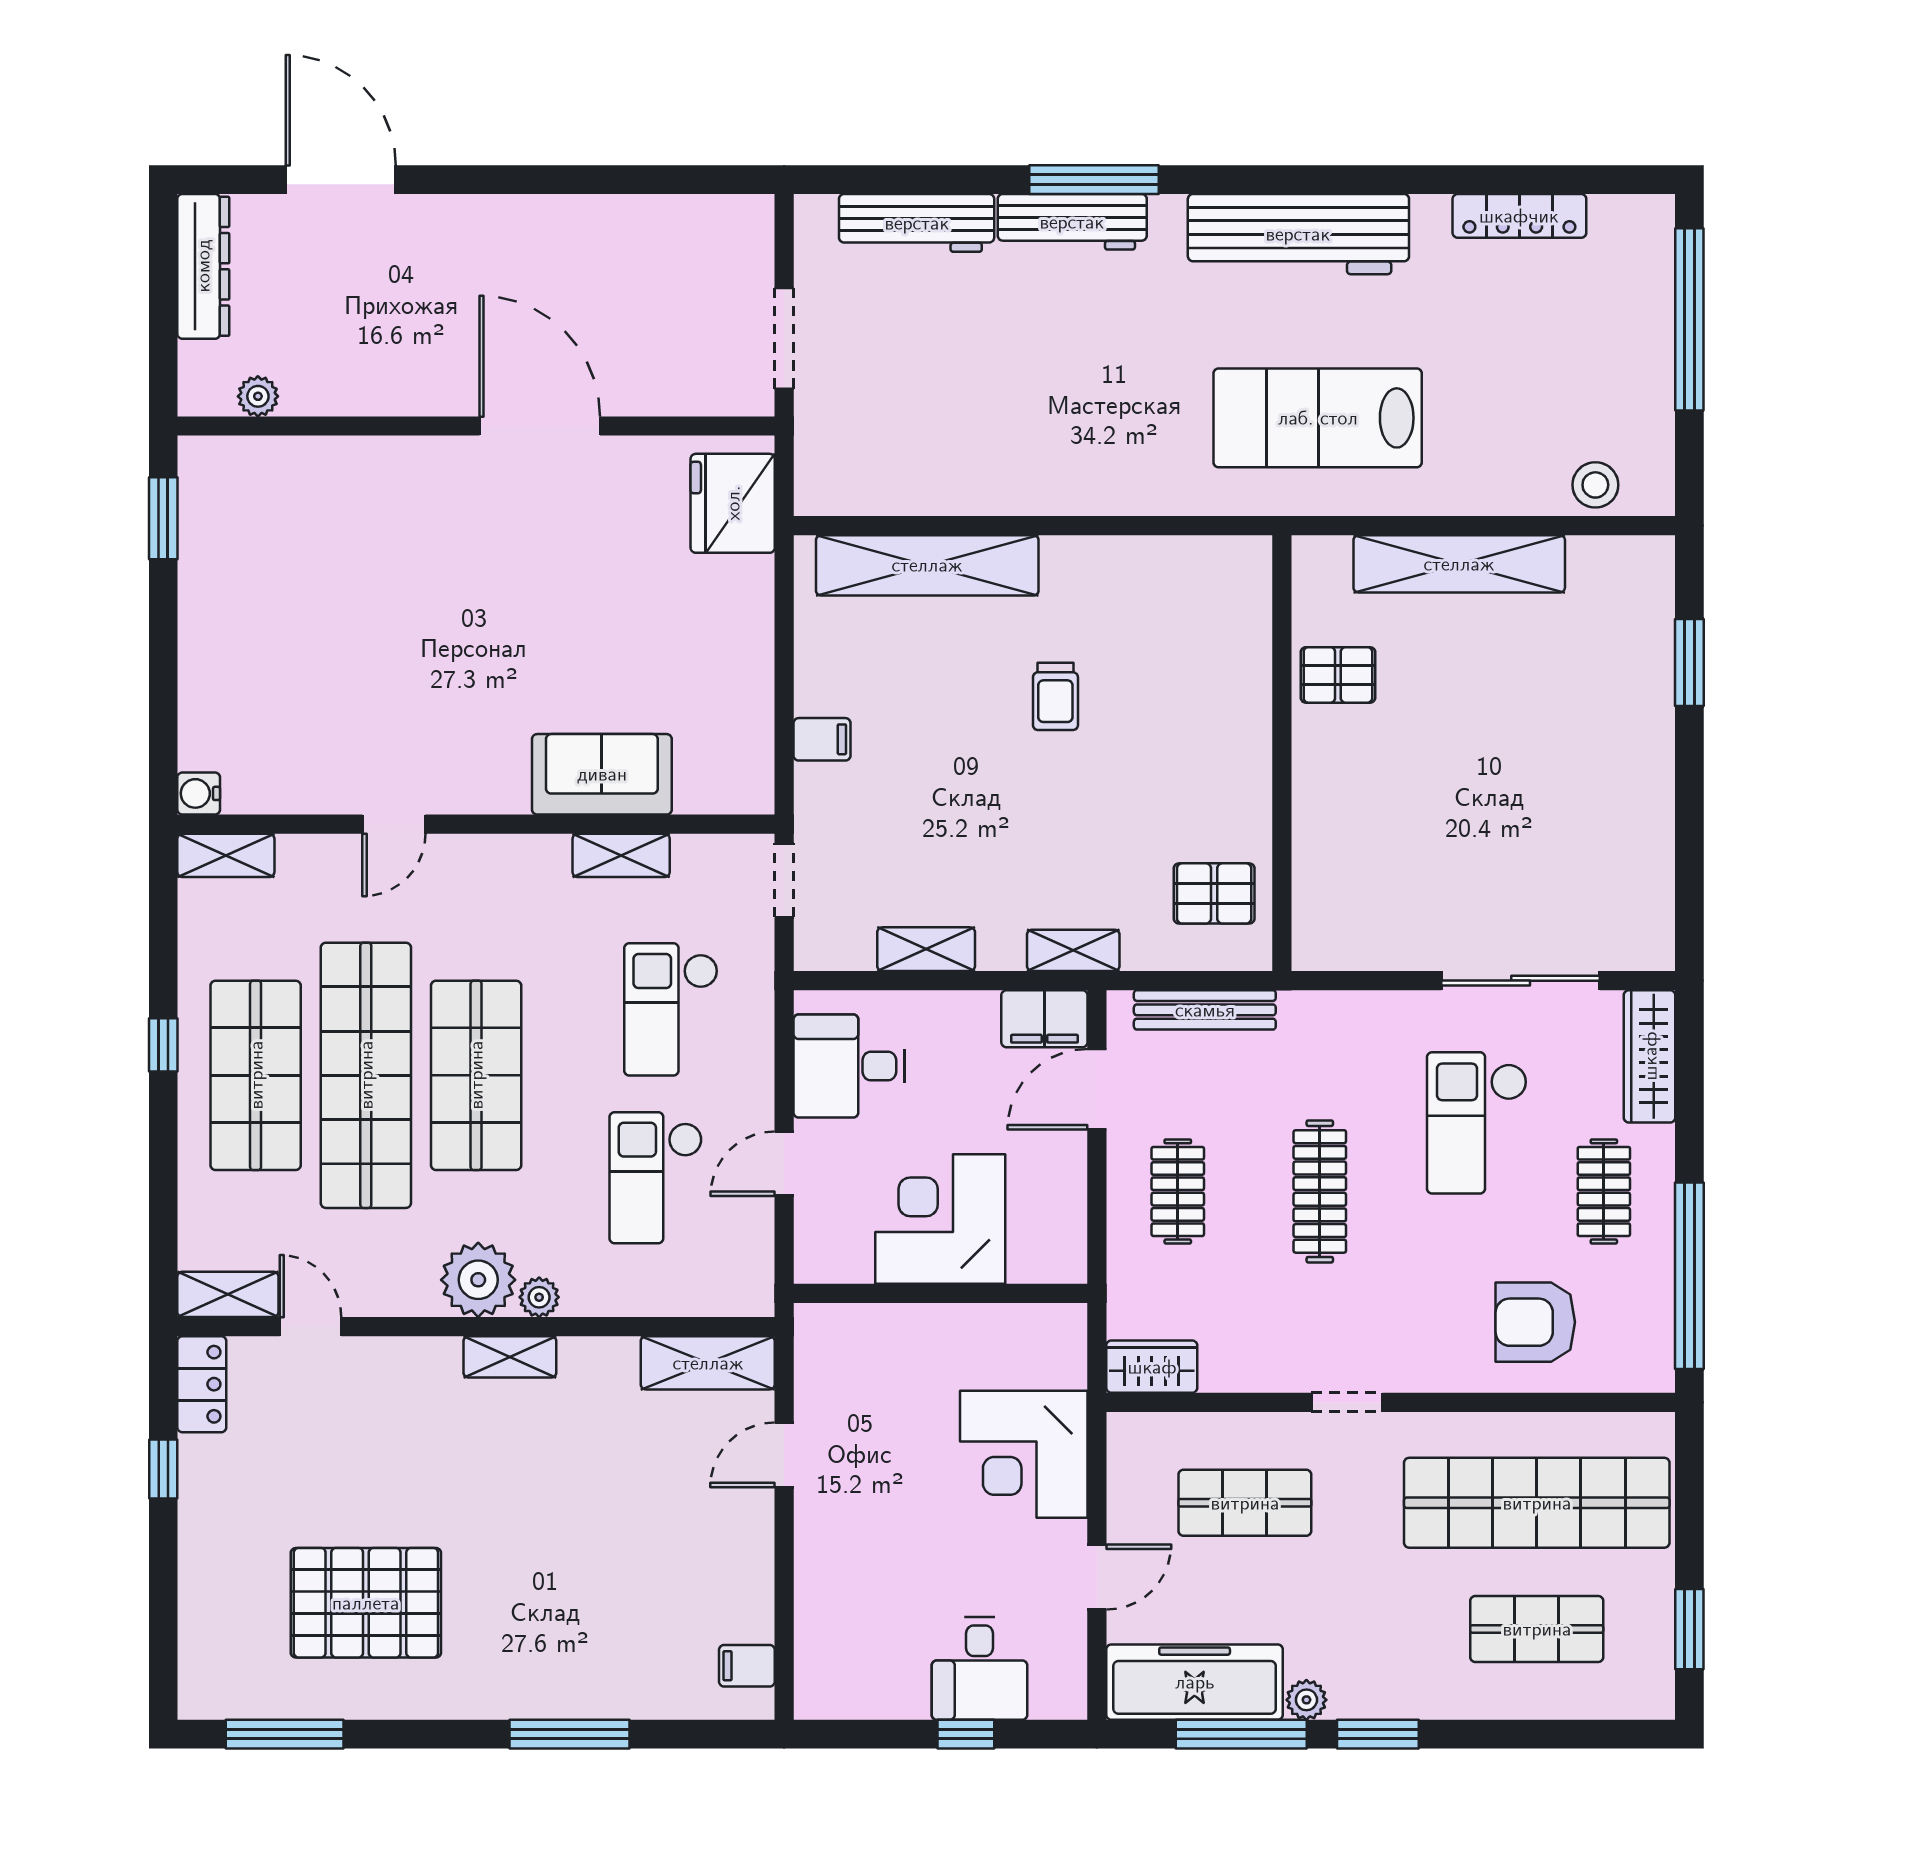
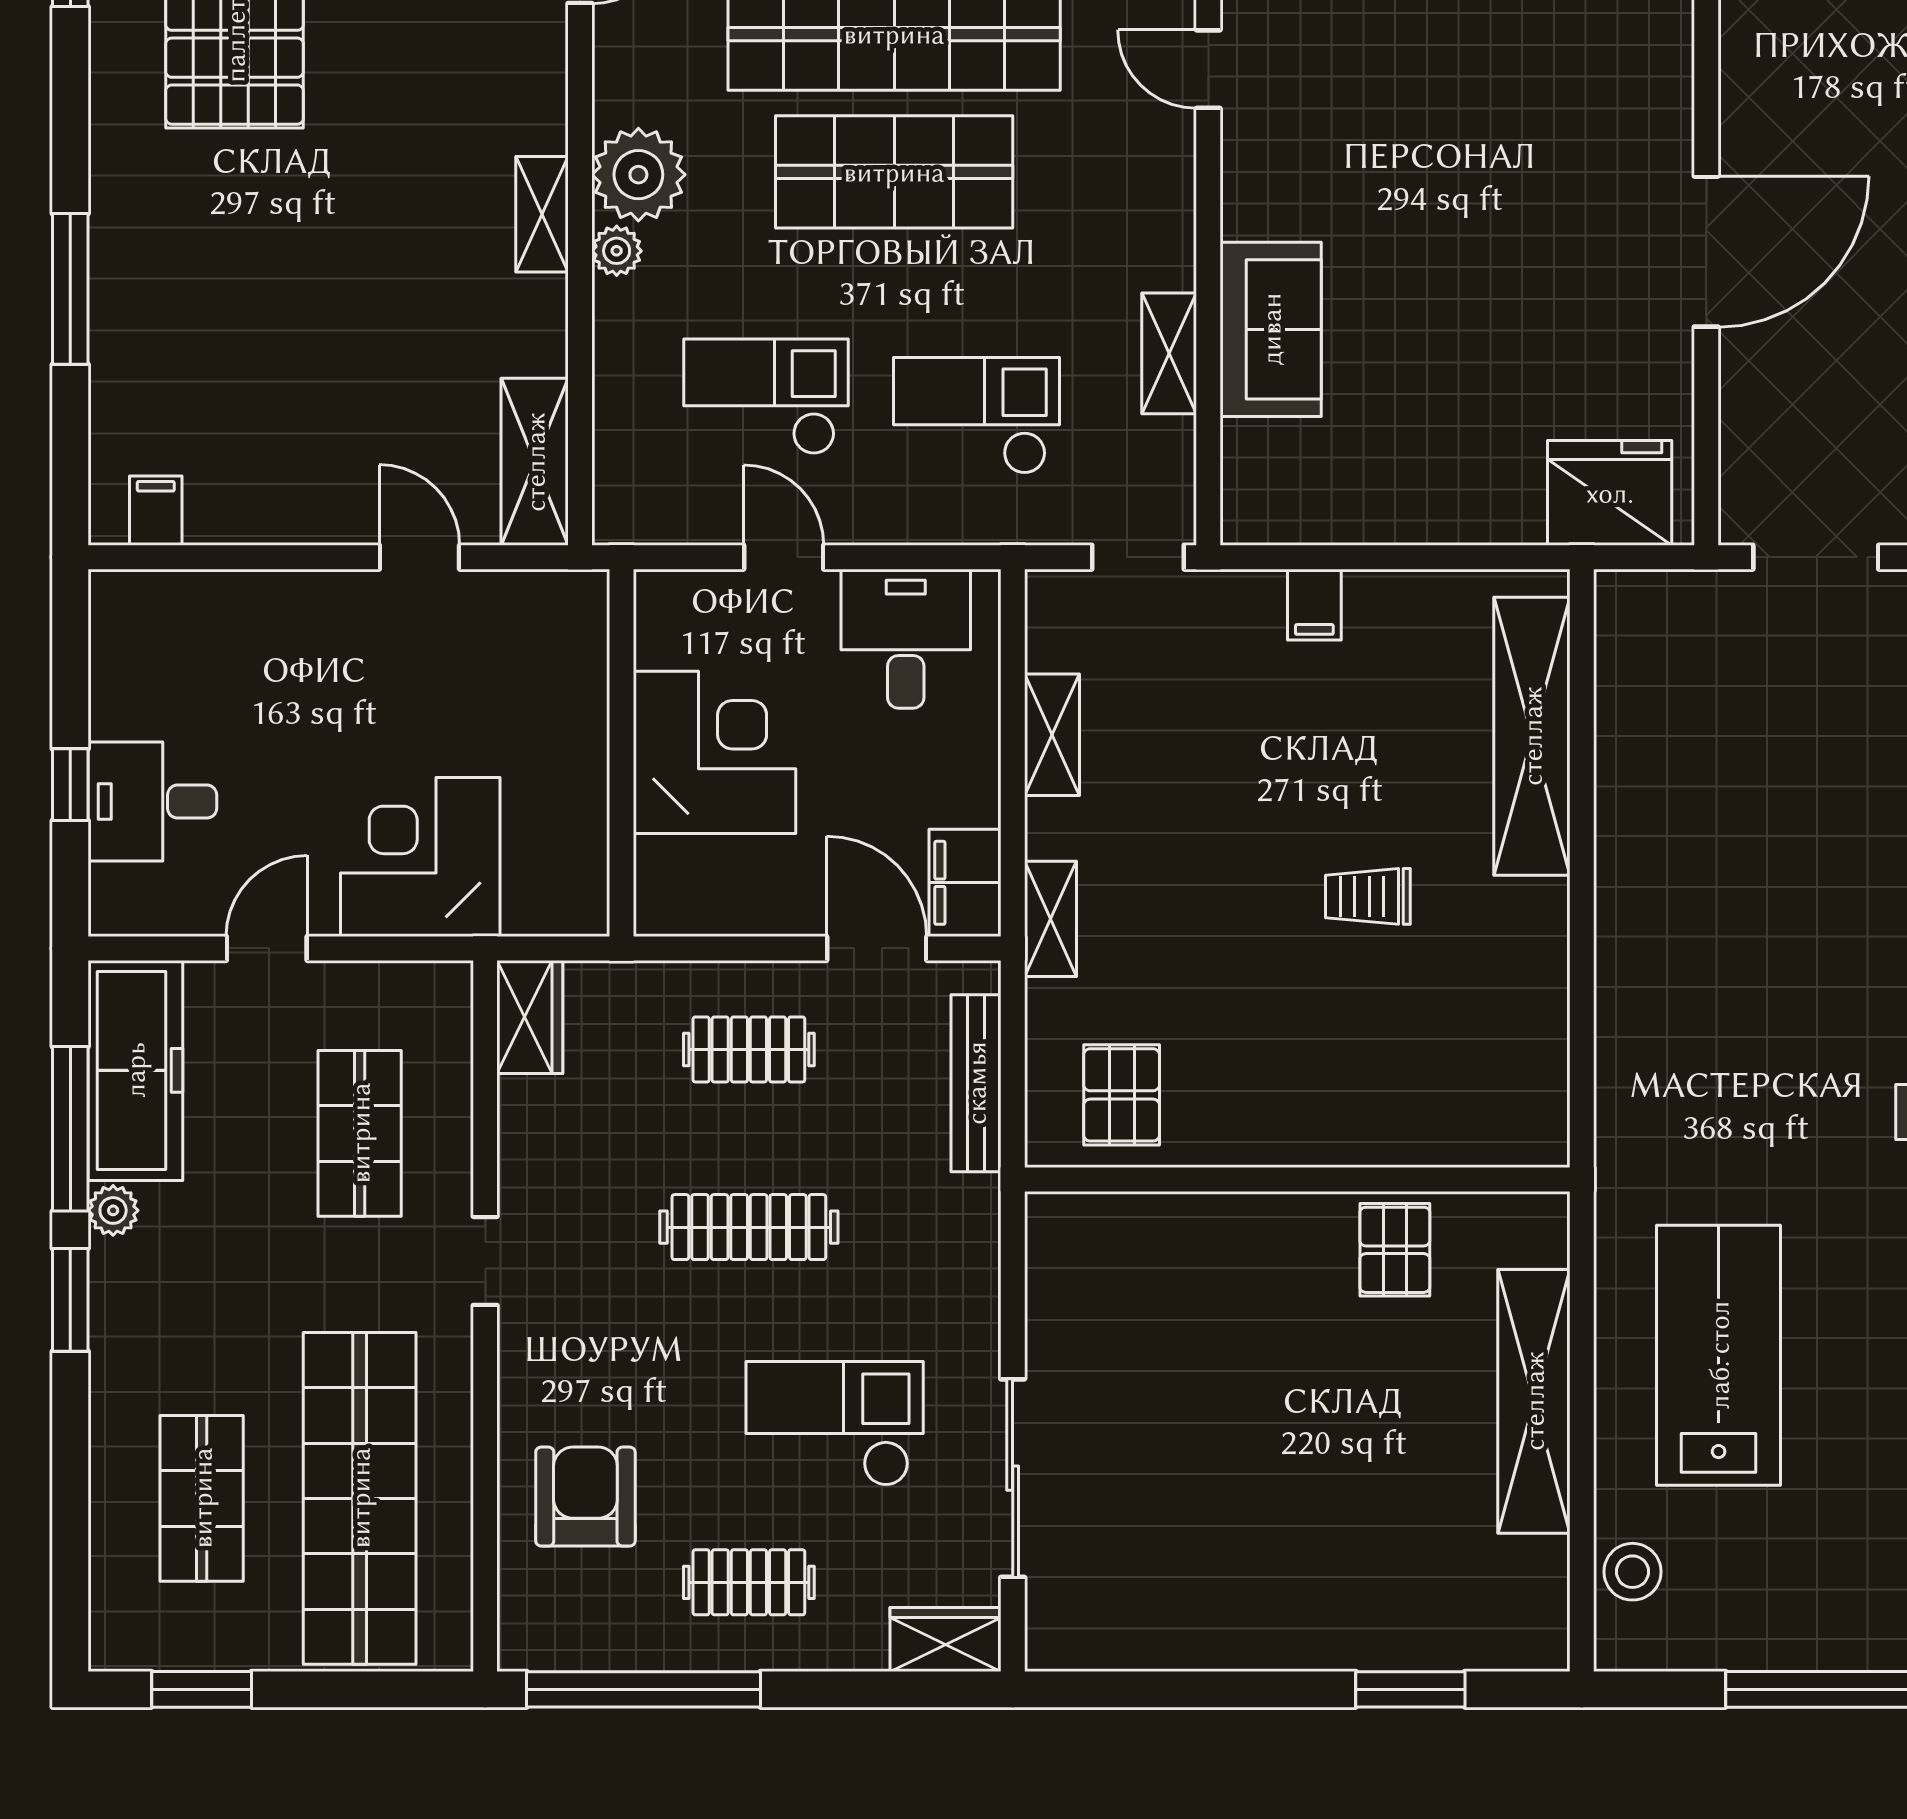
lab bench: (1318, 418) -> (1719, 1355), moved
wardrobe: (1650, 1056) -> (946, 1639), width x0.67
door: (1097, 1577) -> (267, 948), swing flipped

